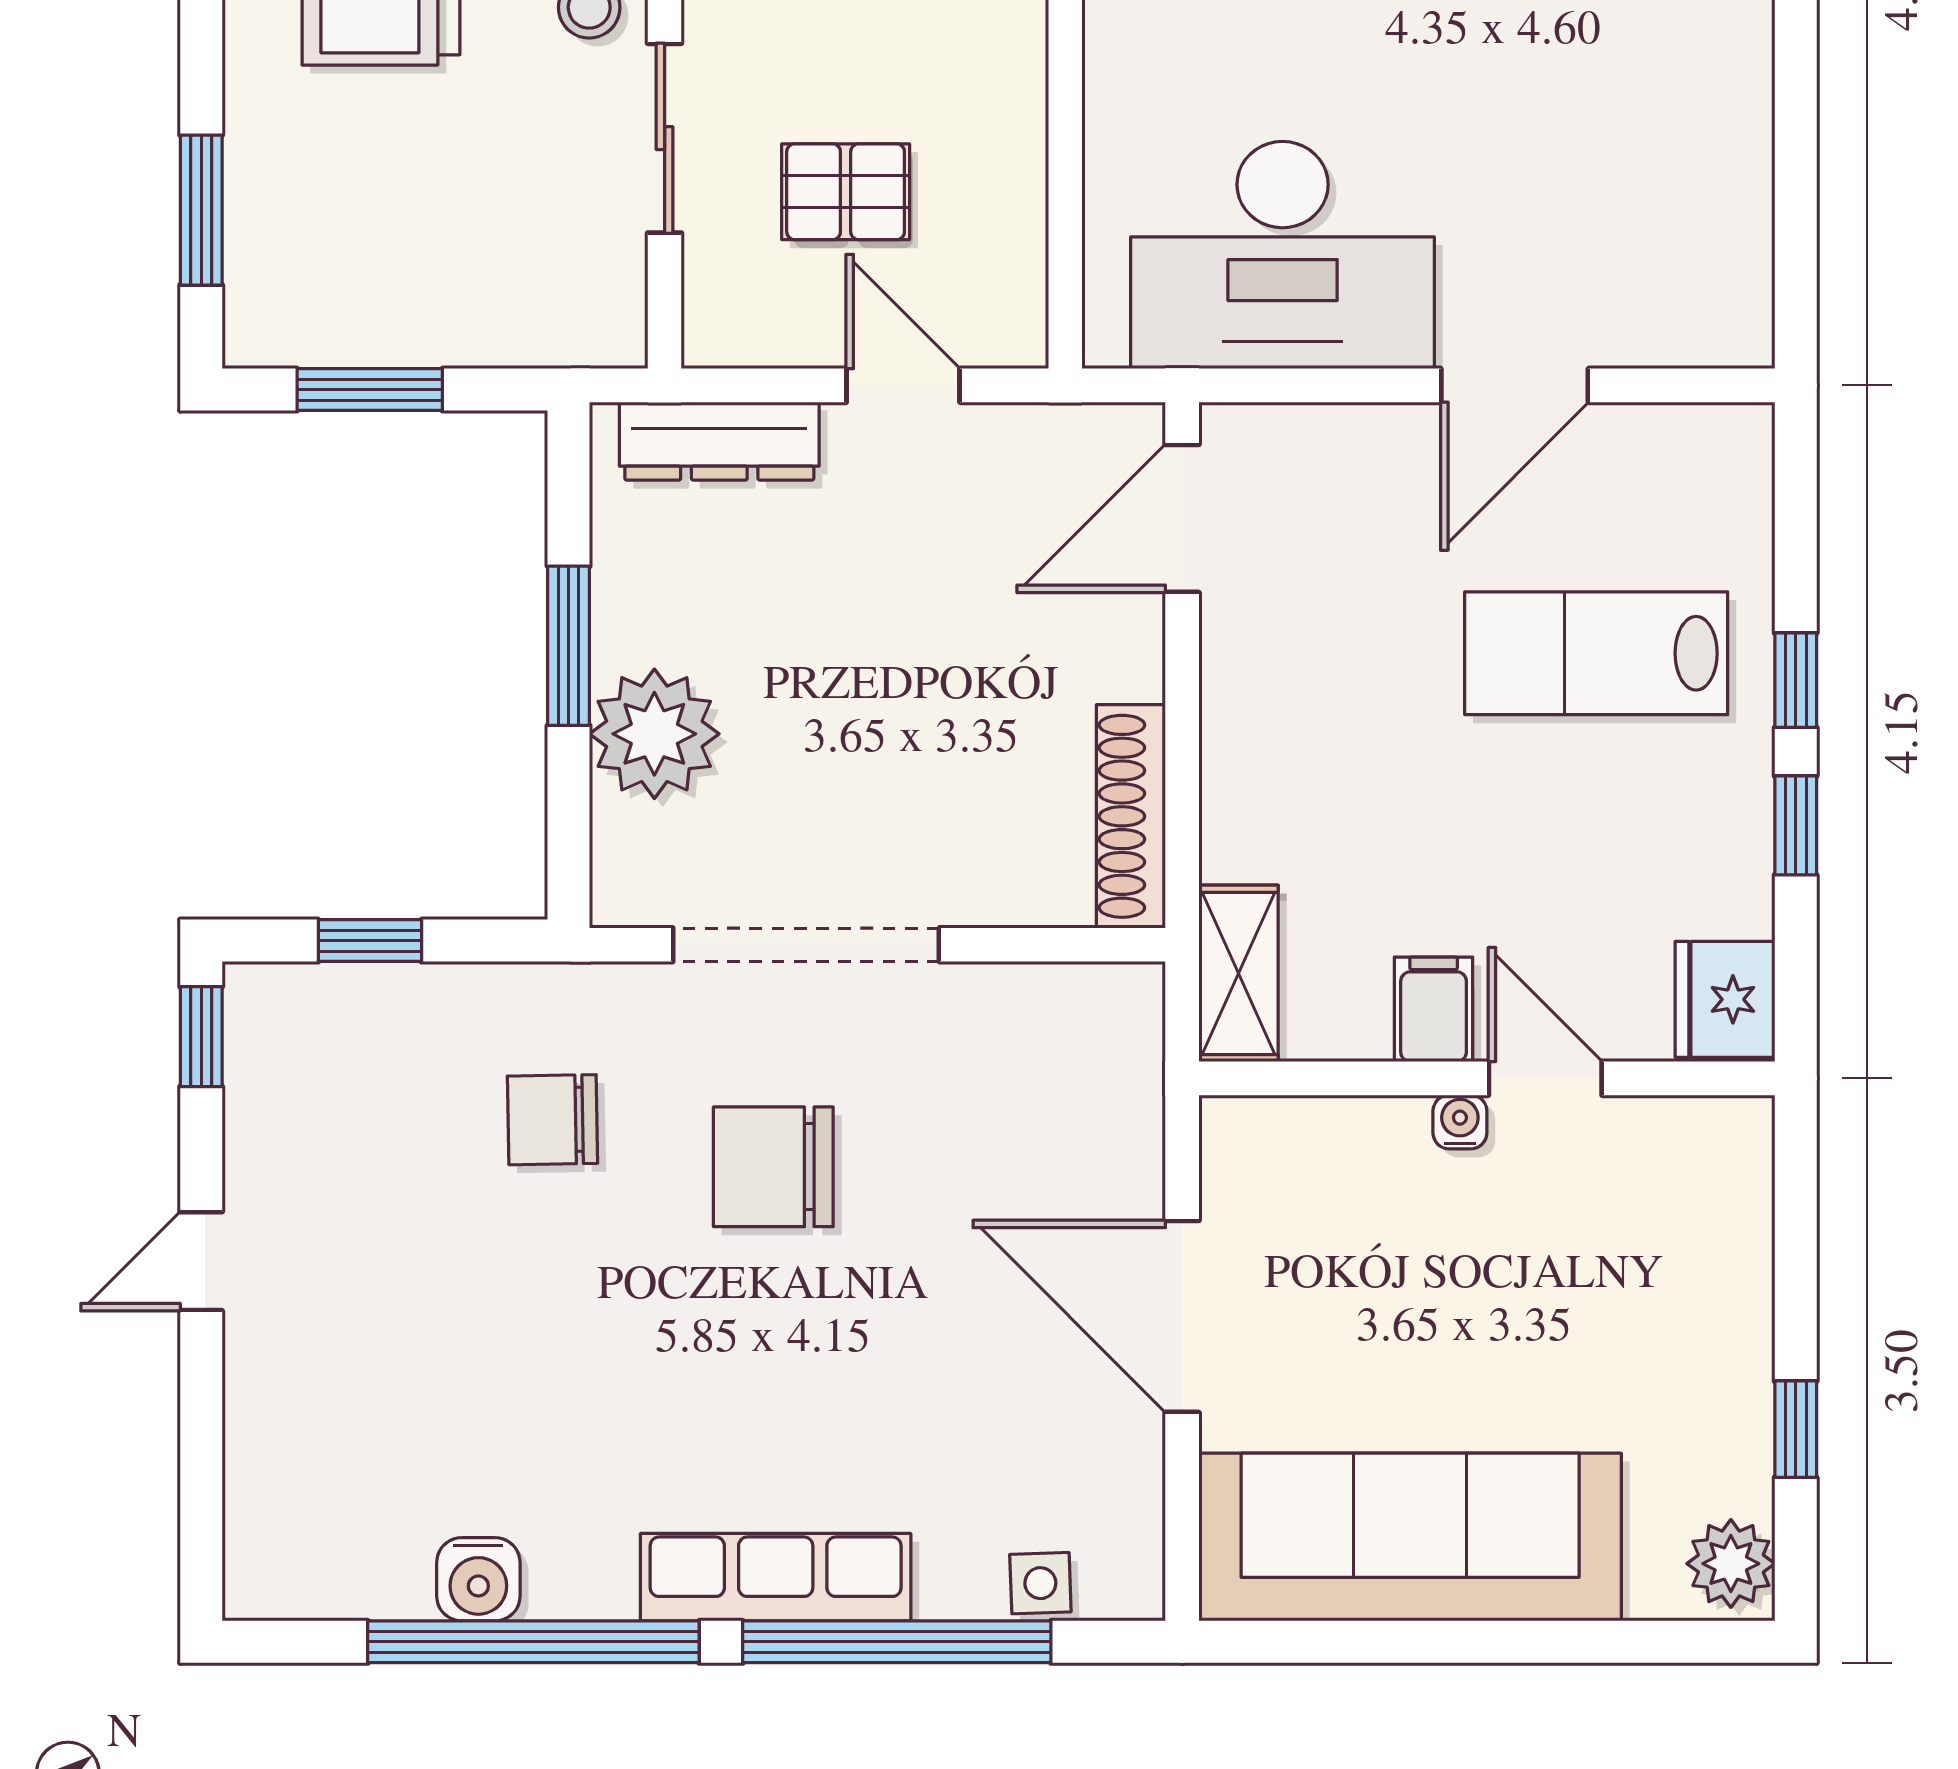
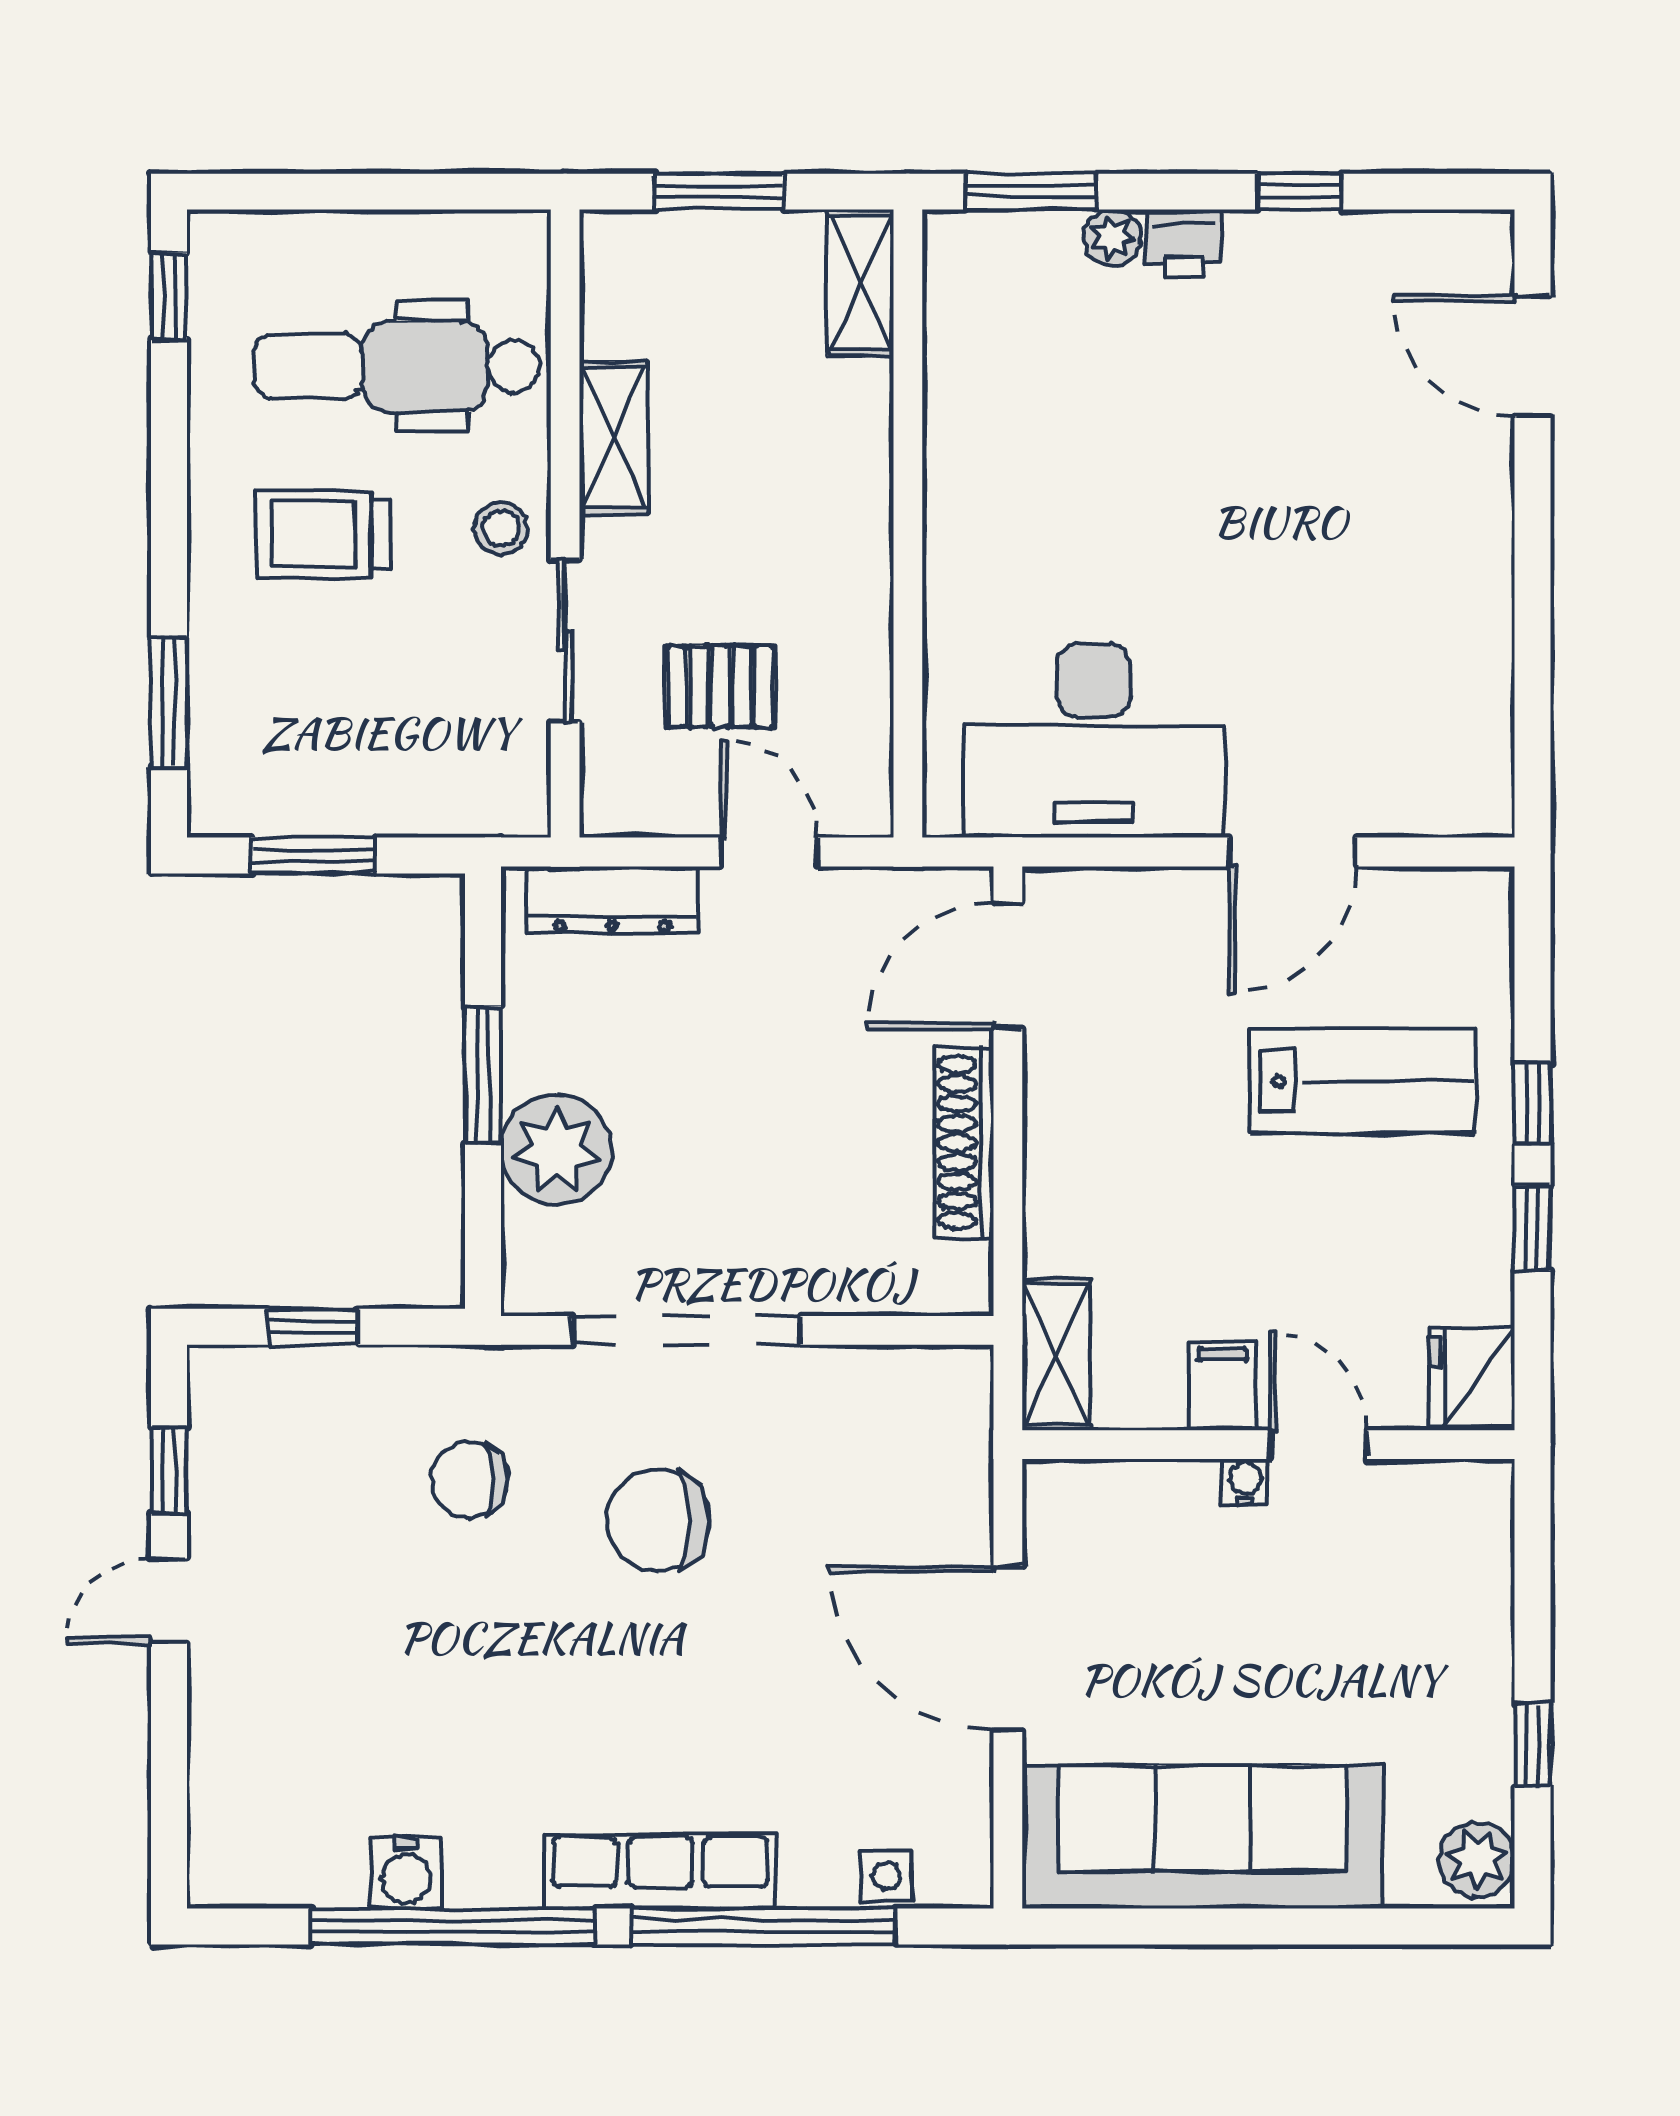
lab bench: (1596, 653) -> (1362, 1081), turned 180
shoe rack: (1131, 816) -> (964, 1143), moved
window: (201, 1037) -> (169, 1470), moved

